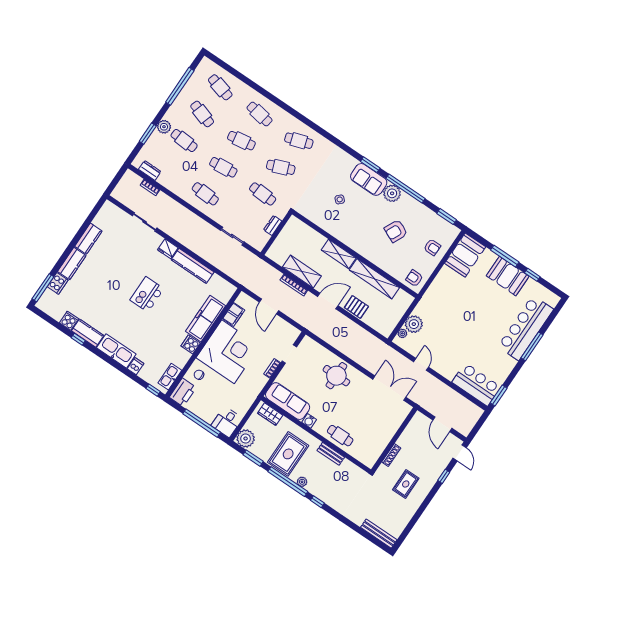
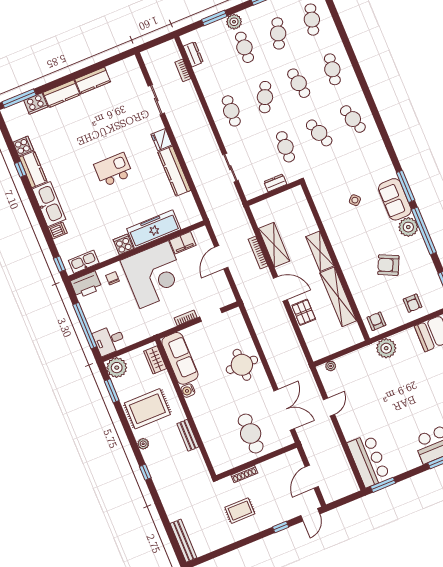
window: (370, 165) -> (406, 186), width x1.44
cafe table: (223, 167) -> (265, 97), turned 30
plant: (414, 324) -> (386, 348), moved
cafe table: (340, 436) -> (251, 434), moved, width x1.37, depth x1.35
window: (288, 482) -> (130, 435), removed

